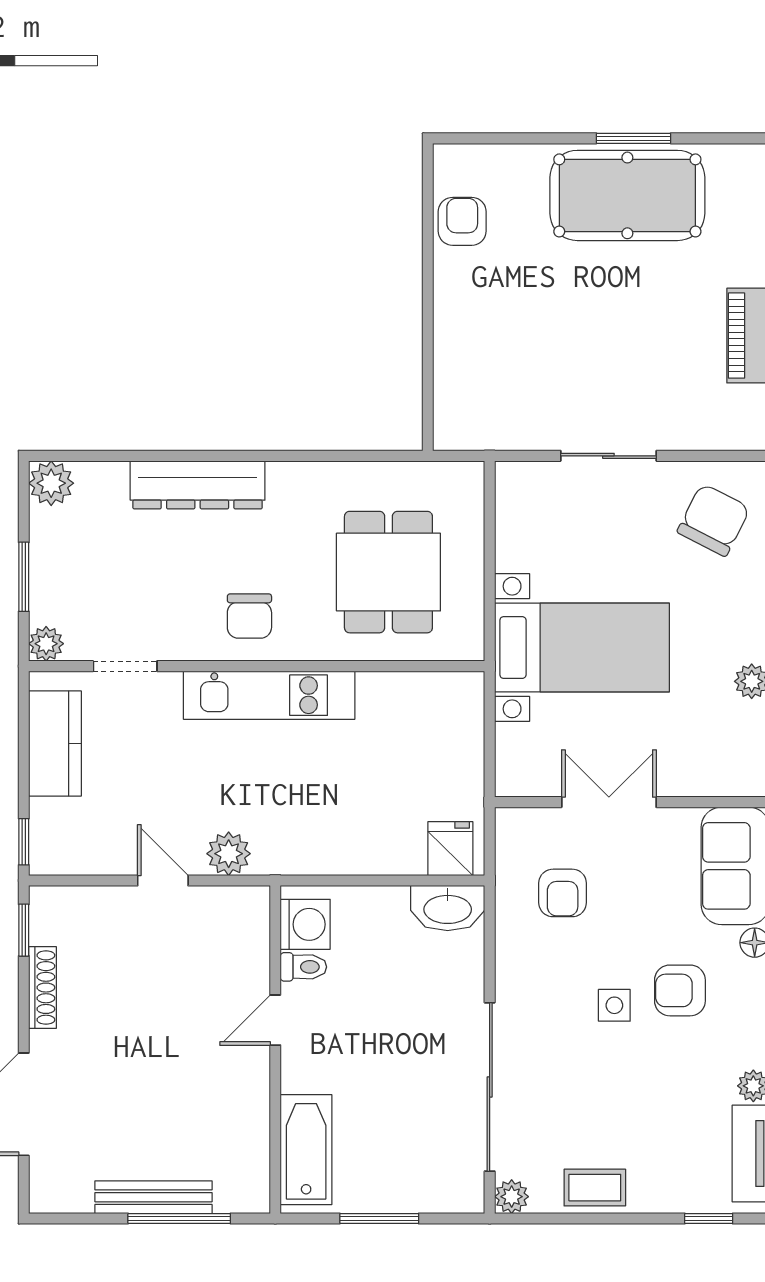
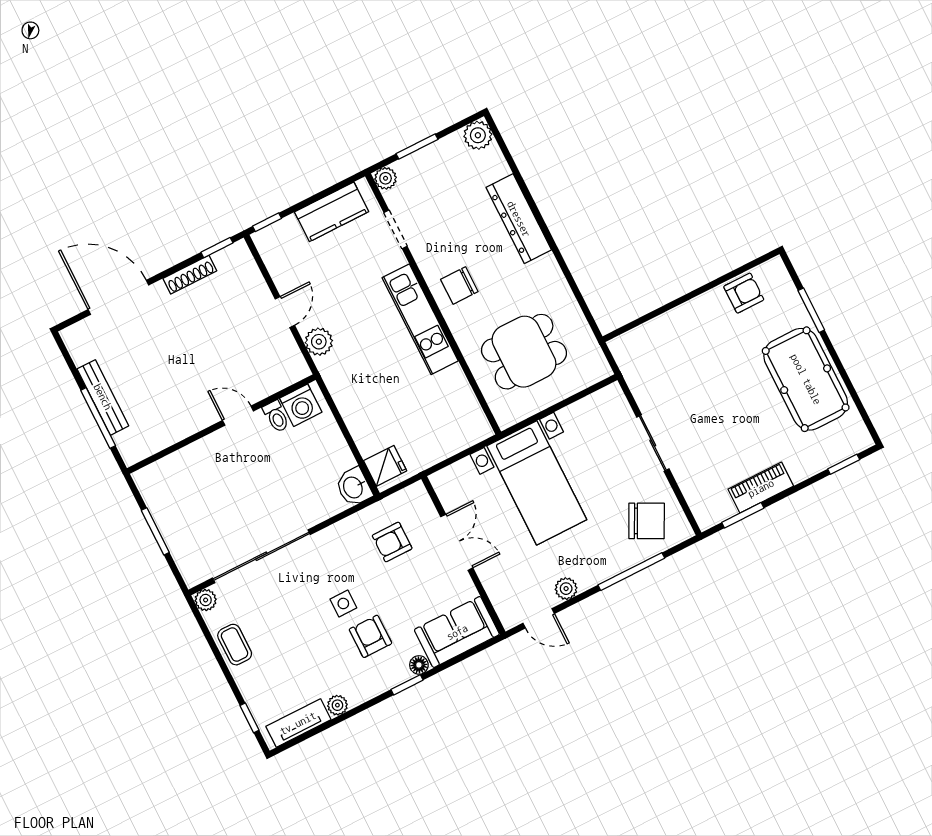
window: (633, 138) -> (811, 310), moved
washbasin: (448, 908) -> (354, 487), width x0.72
bathtub: (306, 1150) -> (173, 470), removed

